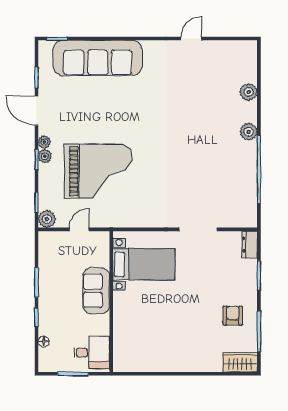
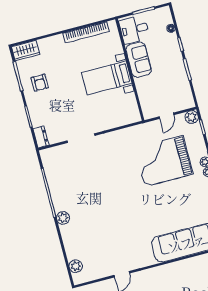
plant: (249, 92) -> (76, 266), moved
bed with nightstands: (144, 264) -> (107, 78), moved
sofa: (96, 291) -> (139, 60), moved
bookcase: (155, 365) -> (86, 32), added

